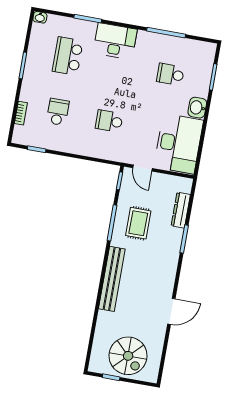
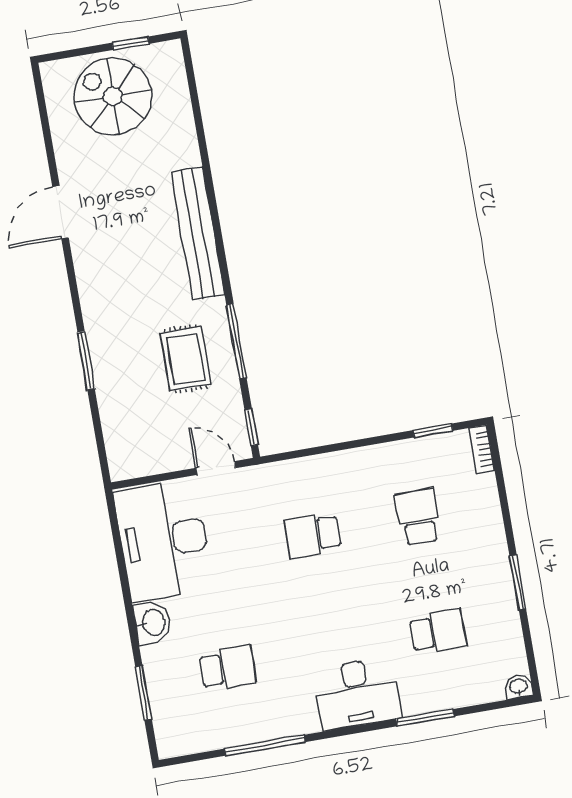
school desk: (68, 56) -> (438, 631), width x0.54
school desk: (58, 112) -> (418, 517), turned 180
bookcase: (21, 113) -> (482, 450), moved
school desk: (109, 121) -> (313, 535), turned 180
dresser: (181, 210) -> (113, 414), removed

